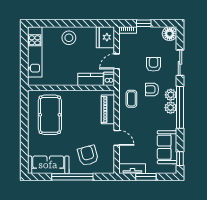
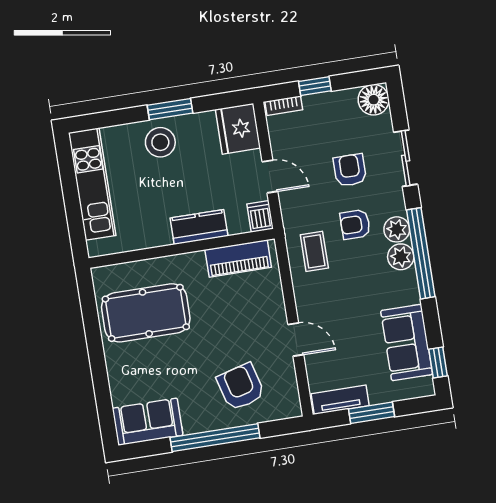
window: (76, 23) -> (170, 109), added
door: (117, 61) -> (270, 177), swing flipped
kitchen counter: (90, 79) -> (199, 227), moved
piano: (108, 109) -> (238, 258), moved, turned -90
pool table: (50, 115) -> (146, 313), turned 90
sofa: (48, 165) -> (148, 422), width x0.73

